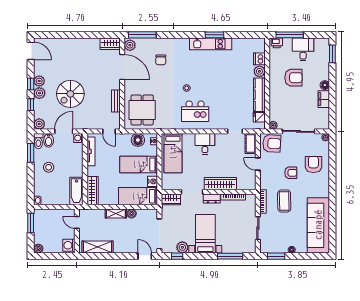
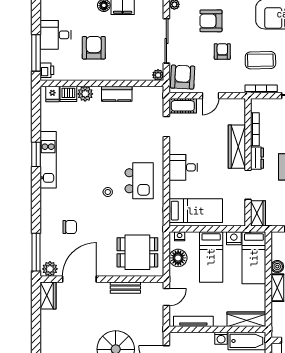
kitchen counter: (259, 95) -> (117, 94), width x0.67
fridge: (259, 117) -> (52, 94), moved
washing machine: (78, 138) -> (221, 338), moved

